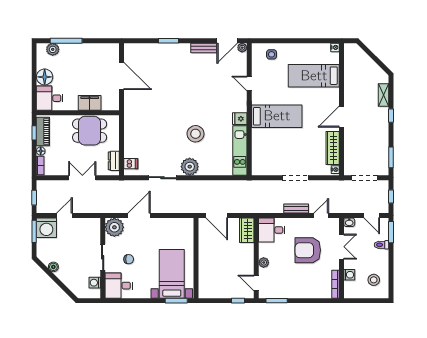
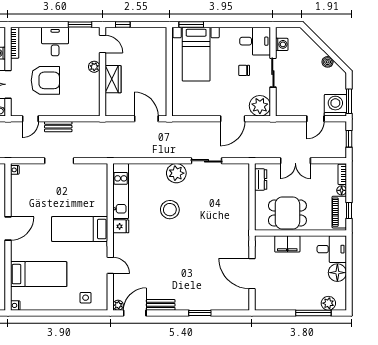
wardrobe: (333, 148) -> (18, 194), removed
dishwasher: (131, 164) -> (242, 176), removed
wardrobe: (247, 230) -> (113, 79), moved
desk: (272, 230) -> (55, 42), moved, turned -90

